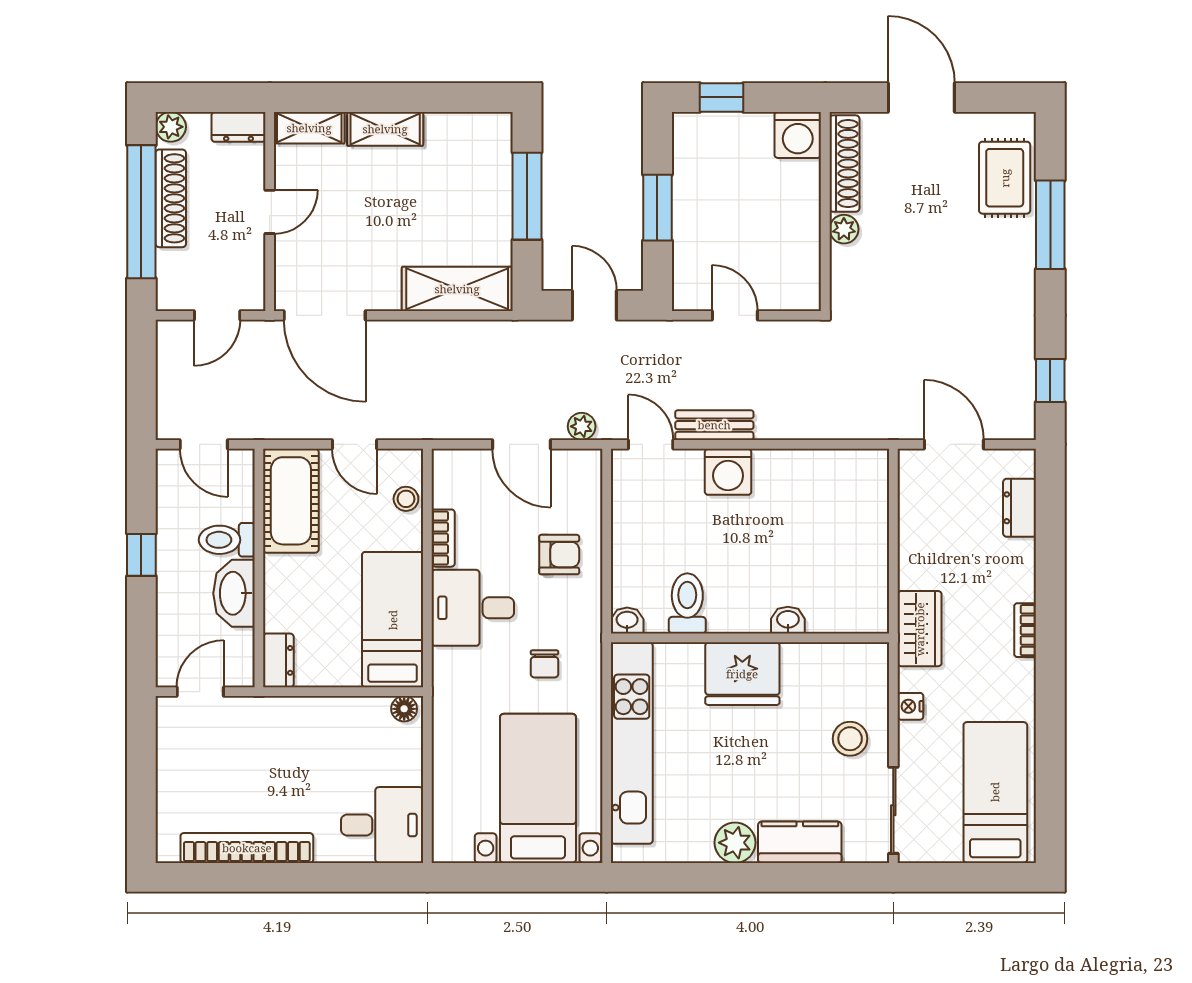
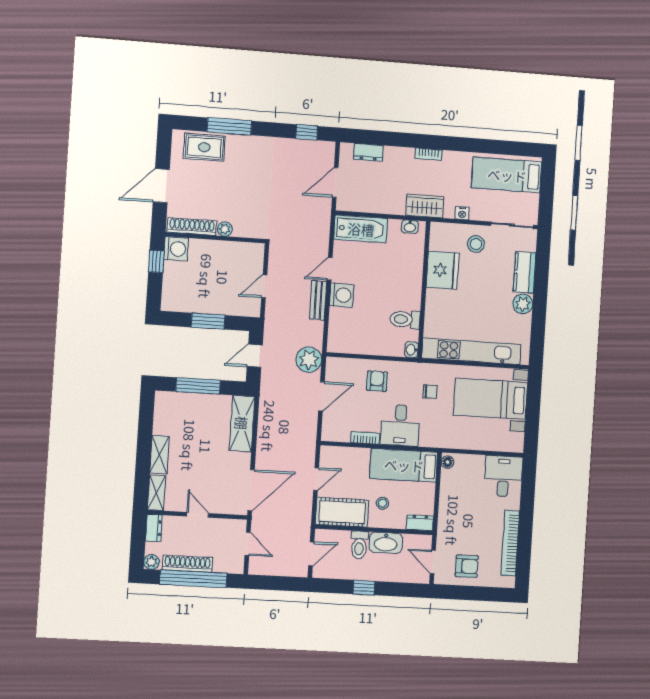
window: (722, 97) -> (156, 261), moved
plant: (582, 426) -> (309, 360), width x1.87, depth x1.87
door: (651, 444) -> (330, 269), moved
stool: (406, 499) -> (382, 503), moved
bathtub: (864, 502) -> (361, 229), added
washbasin: (788, 620) -> (410, 227), moved, turned -90
fridge: (742, 674) -> (443, 270), moved
armchair: (196, 762) -> (467, 566), added

